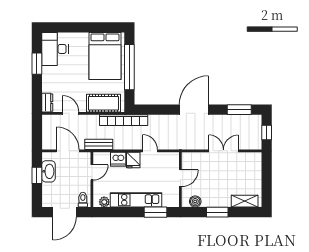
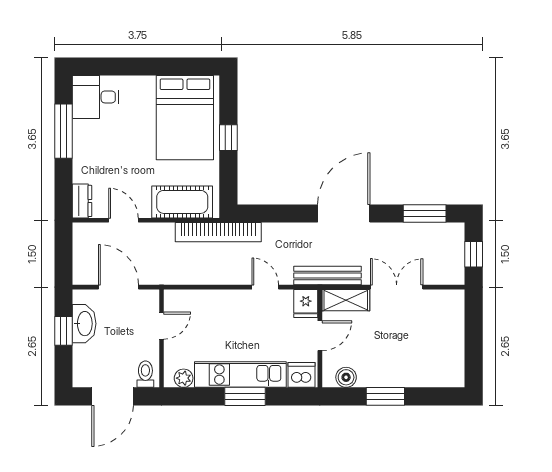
desk: (55, 49) -> (96, 97), width x0.73
window: (37, 64) -> (63, 131), width x1.44
window: (129, 67) -> (228, 138), width x0.32
bench: (99, 144) -> (327, 276), moved, width x1.36
dishwasher: (118, 159) -> (301, 375), moved, turned 180
fridge: (133, 160) -> (306, 303), moved
shelving: (245, 201) -> (346, 300), moved
window: (156, 212) -> (245, 396), moved

